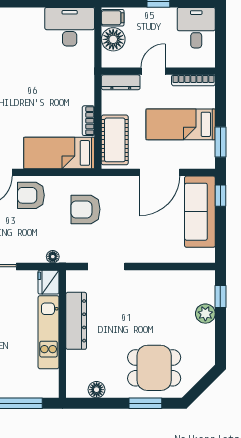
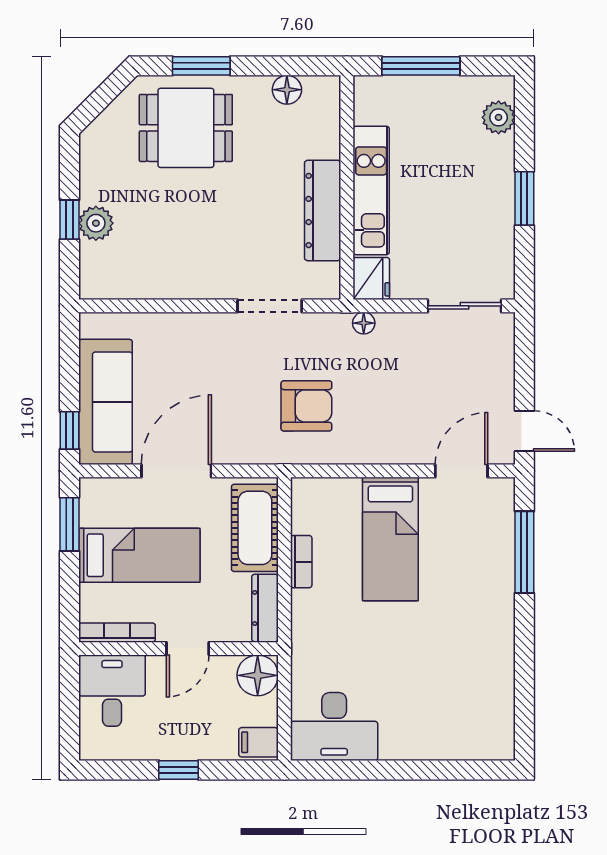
desk: (196, 28) -> (112, 691), moved, turned 180
floor lamp: (113, 39) -> (258, 675), moved
dresser: (121, 82) -> (265, 608), moved, turned -90
bed: (59, 153) -> (390, 539), moved, turned 90
armchair: (31, 195) -> (402, 431), removed
window: (220, 296) -> (69, 220), moved

